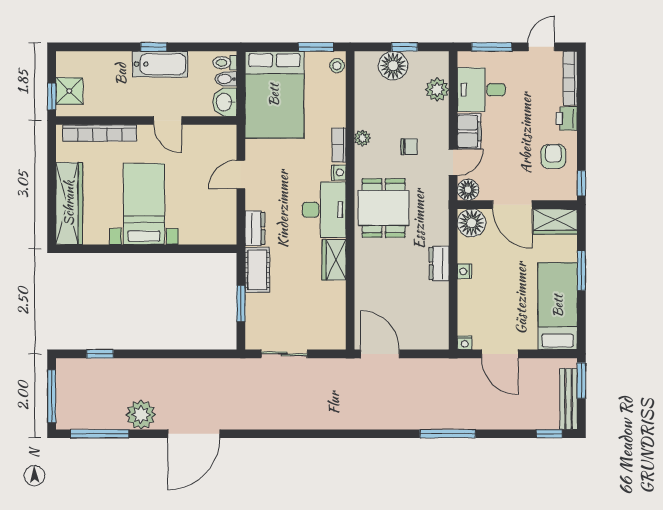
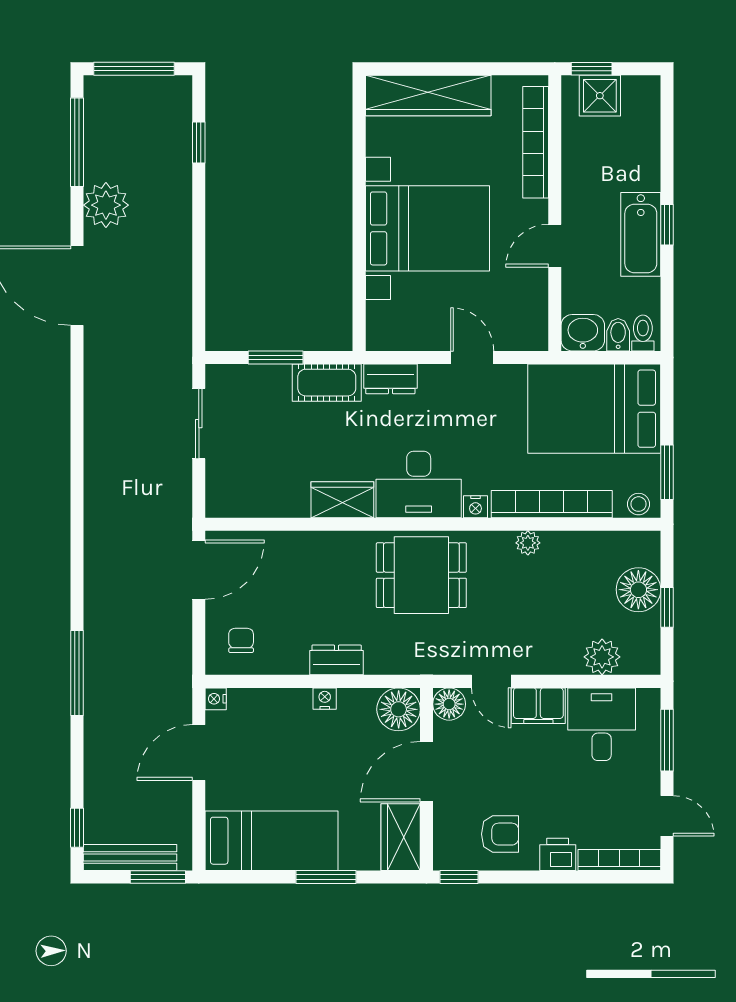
bookcase: (339, 145) -> (552, 504), width x2.31, depth x1.31
chair: (409, 147) -> (241, 640), moved, turned 180
bed with nightstands: (144, 204) -> (427, 228), width x1.36

